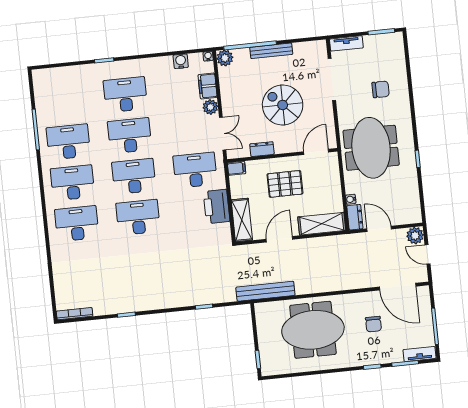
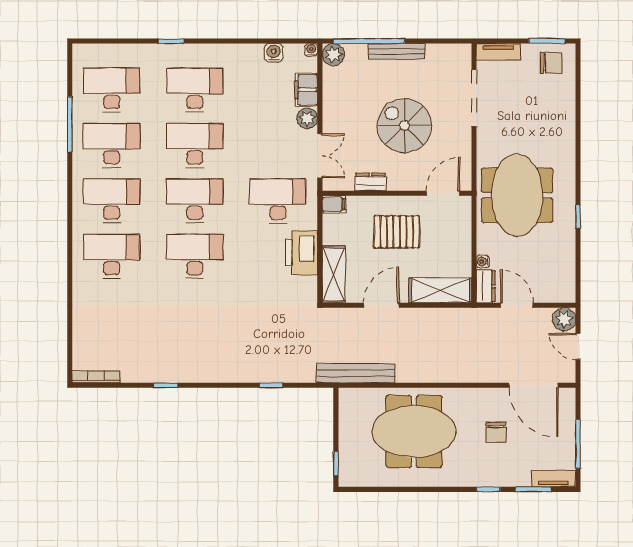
chair: (381, 89) -> (551, 63), moved
desk: (64, 101) -> (112, 90), added

